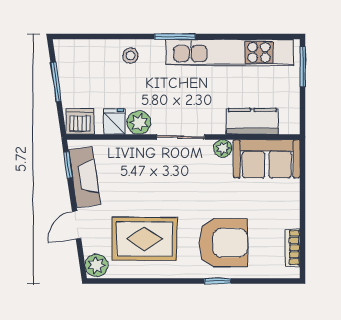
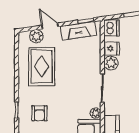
armchair: (223, 243) -> (39, 113), width x0.53, depth x0.53
plant: (96, 265) -> (36, 36), moved

